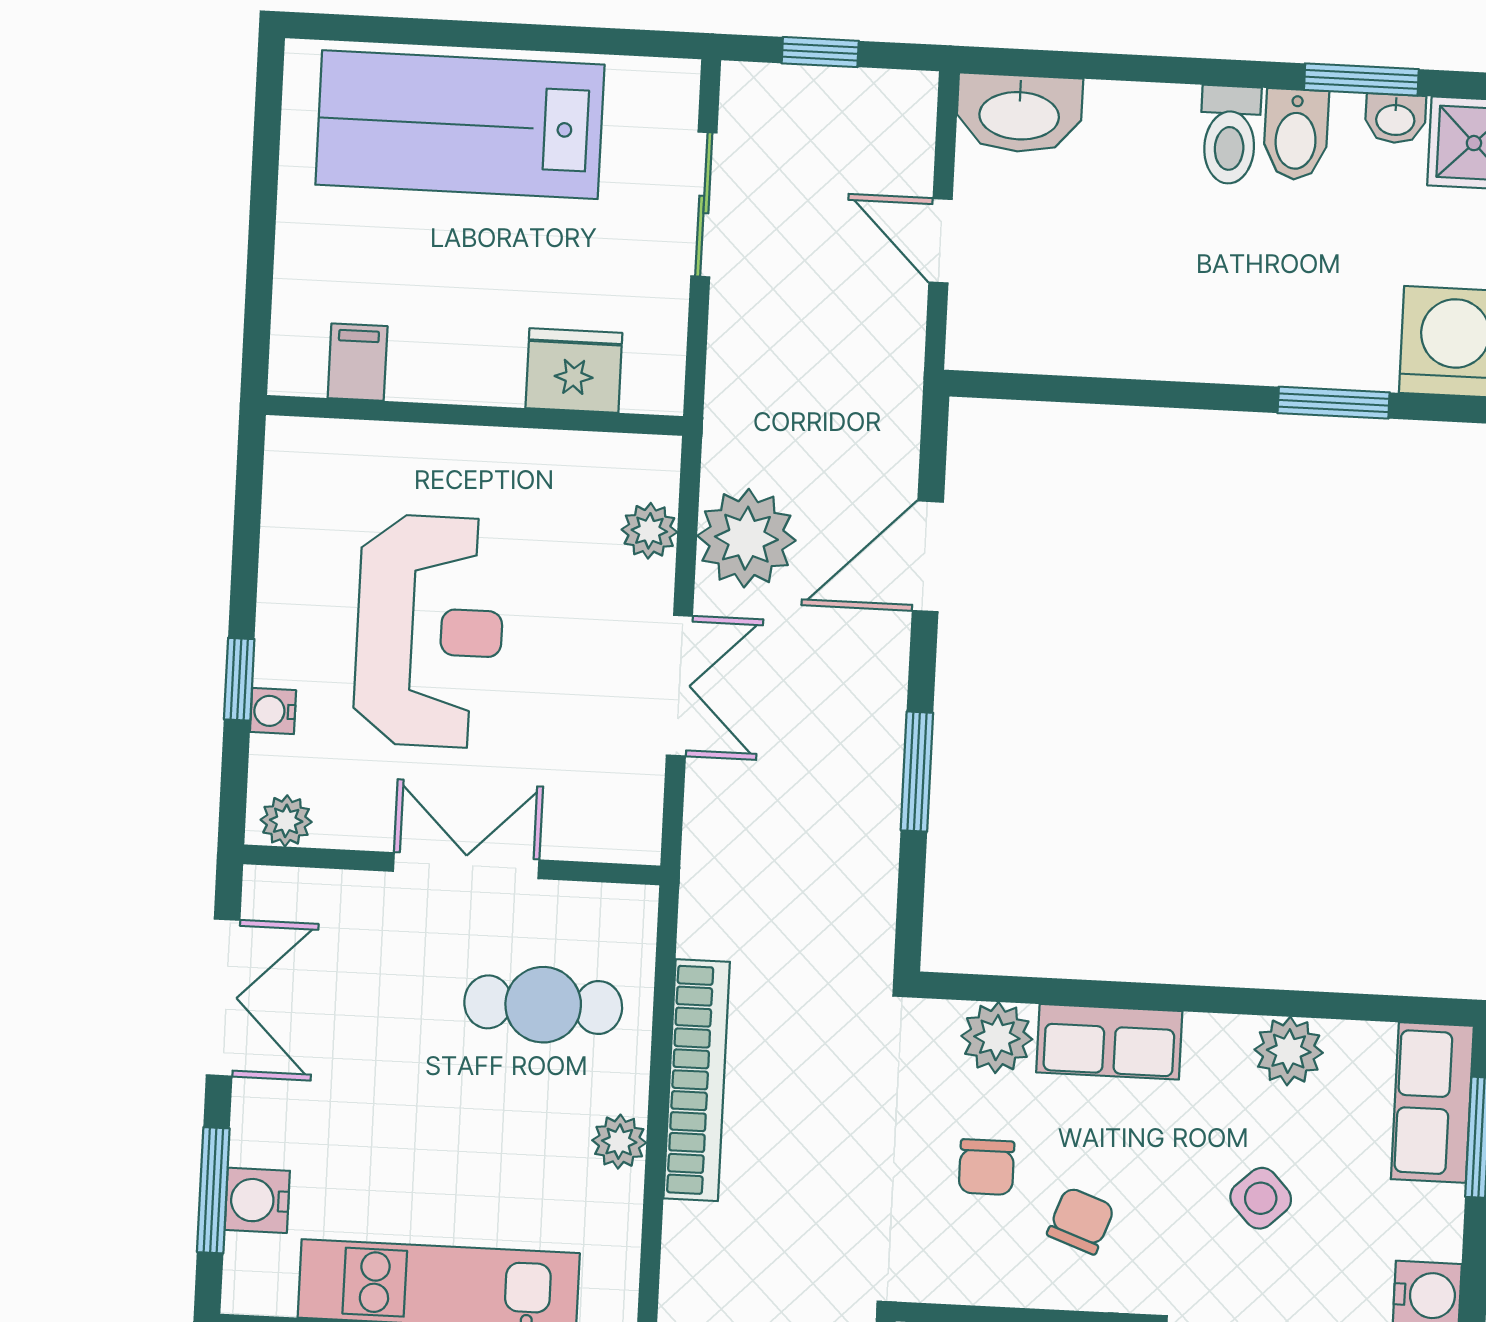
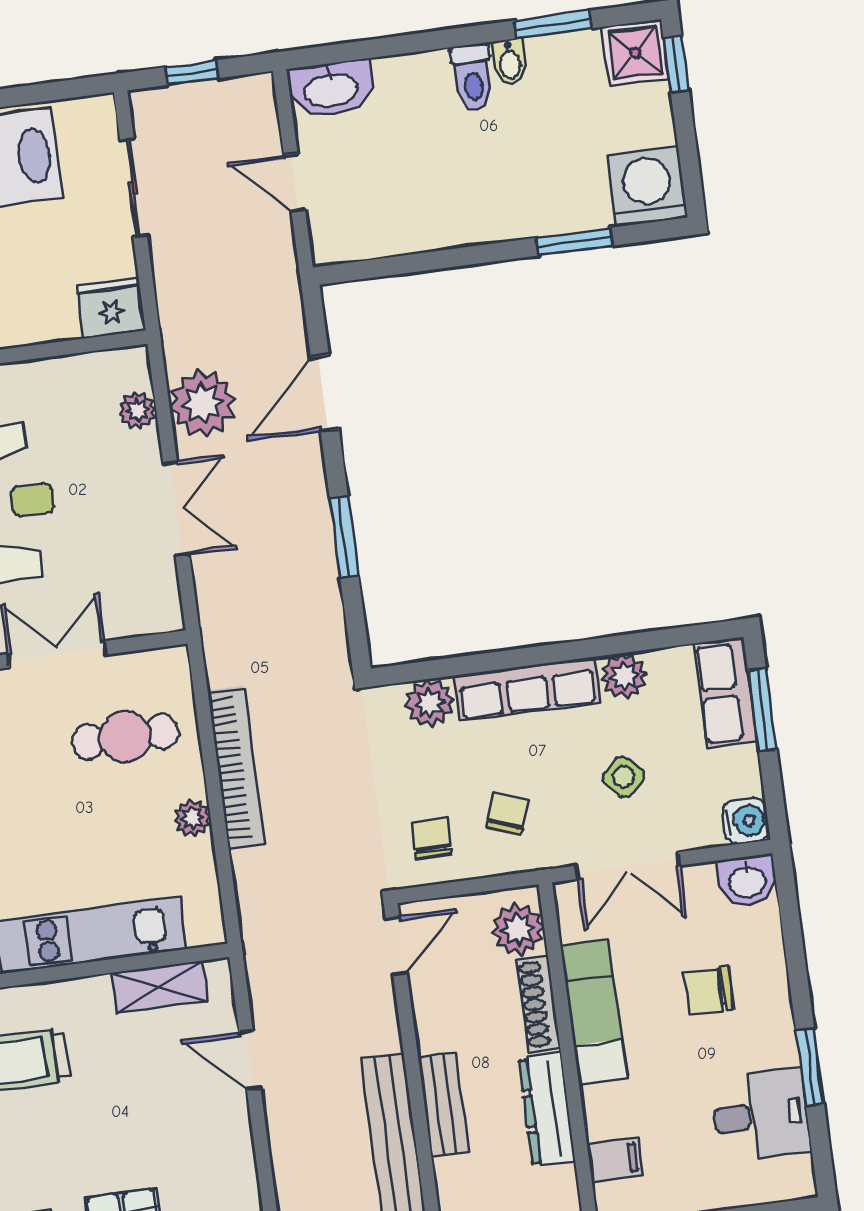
washbasin: (1395, 119) -> (580, 46), removed
bidet: (1296, 135) -> (510, 62), width x0.72, depth x0.74
fridge: (574, 371) -> (111, 308), moved
row of seats: (1109, 1042) -> (527, 689), width x1.48
chair: (986, 1167) -> (431, 839), moved, turned 180

